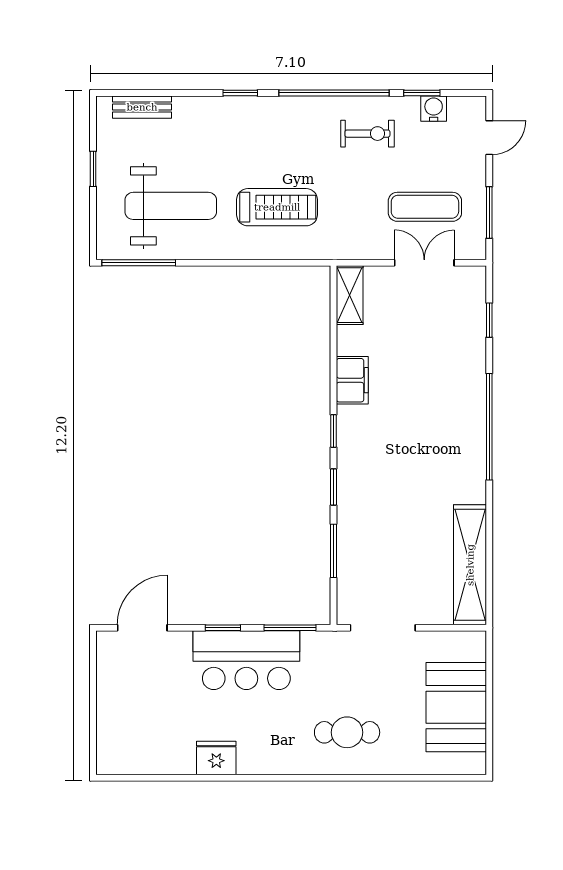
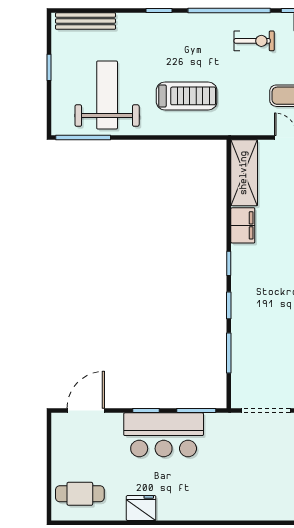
bench: (142, 107) -> (86, 21), width x1.36
weight bench: (171, 206) -> (107, 95), turned -90
shelving: (350, 295) -> (244, 173), width x1.50, depth x1.33
cafe table: (347, 732) -> (80, 494), moved

